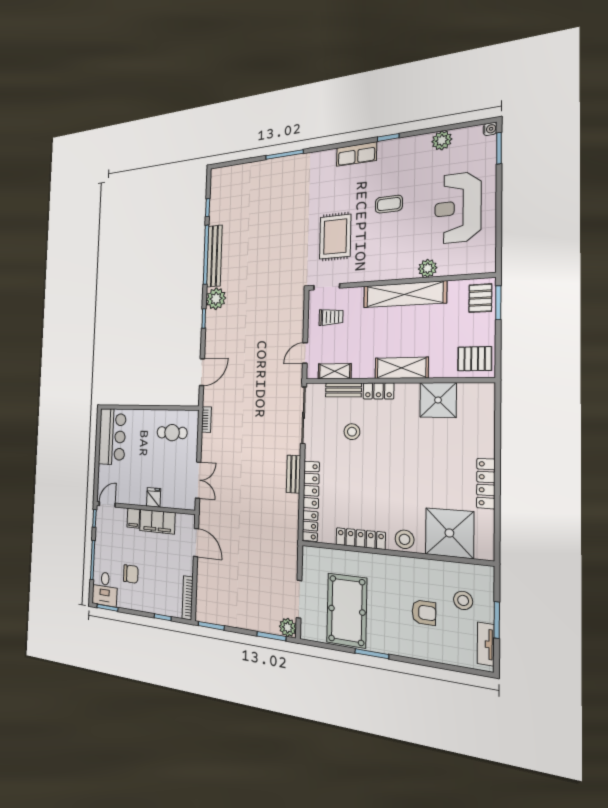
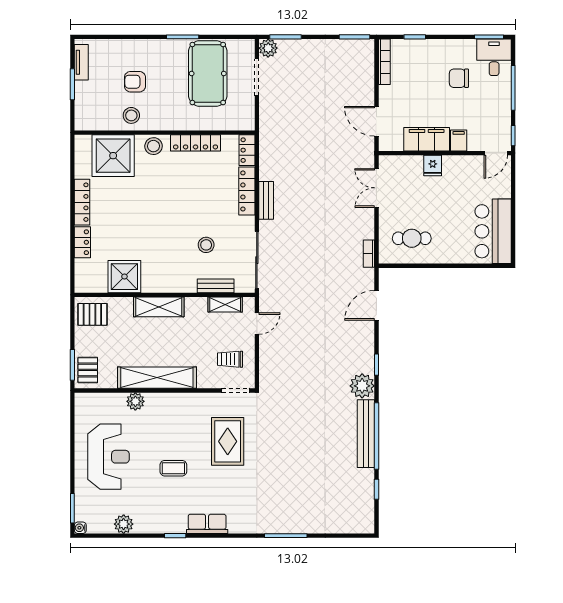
locker: (379, 391) -> (82, 242), moved, turned 90
stool: (463, 600) -> (131, 115), moved

